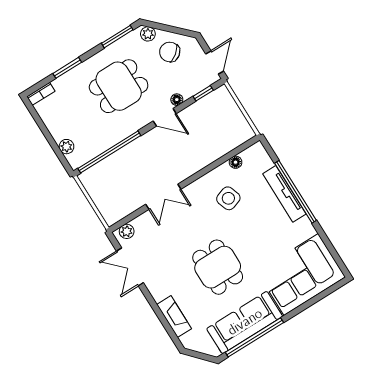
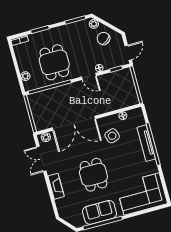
dining table: (119, 86) -> (54, 62), moved, turned 90
double door: (163, 197) -> (74, 123), width x1.87
fireplace: (174, 317) -> (56, 186), moved
sofa: (245, 322) -> (100, 212), width x0.73

